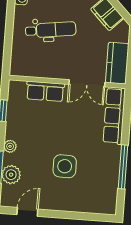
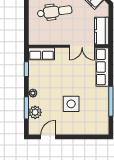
row of seats: (45, 91) -> (42, 54), moved

